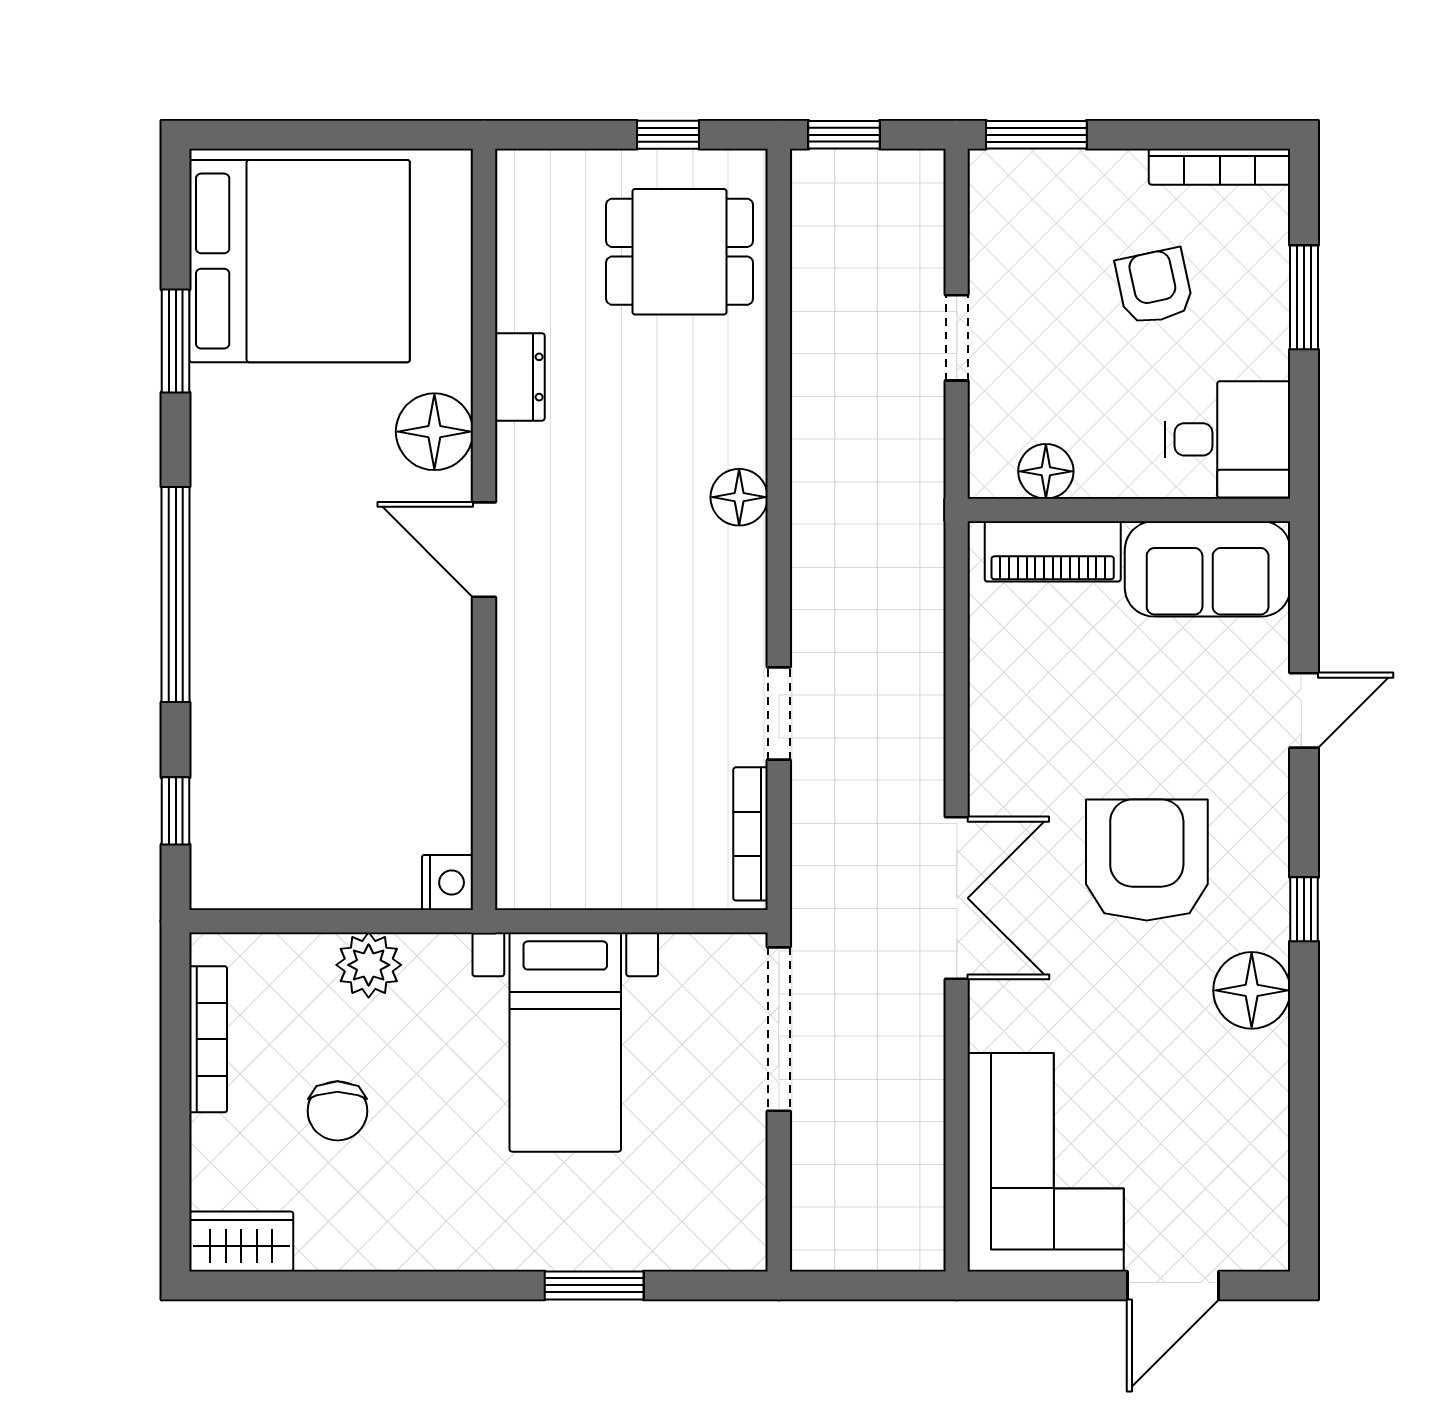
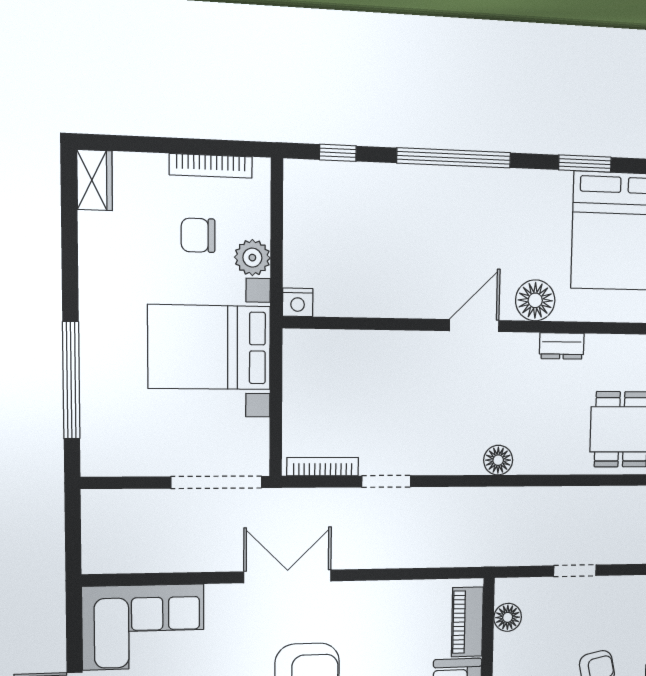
double door: (957, 898) -> (288, 576), swing flipped
bed with nightstands: (565, 1042) -> (209, 347), width x1.36
chair: (337, 1111) -> (198, 235), moved
window: (594, 1285) -> (71, 380), width x2.11

